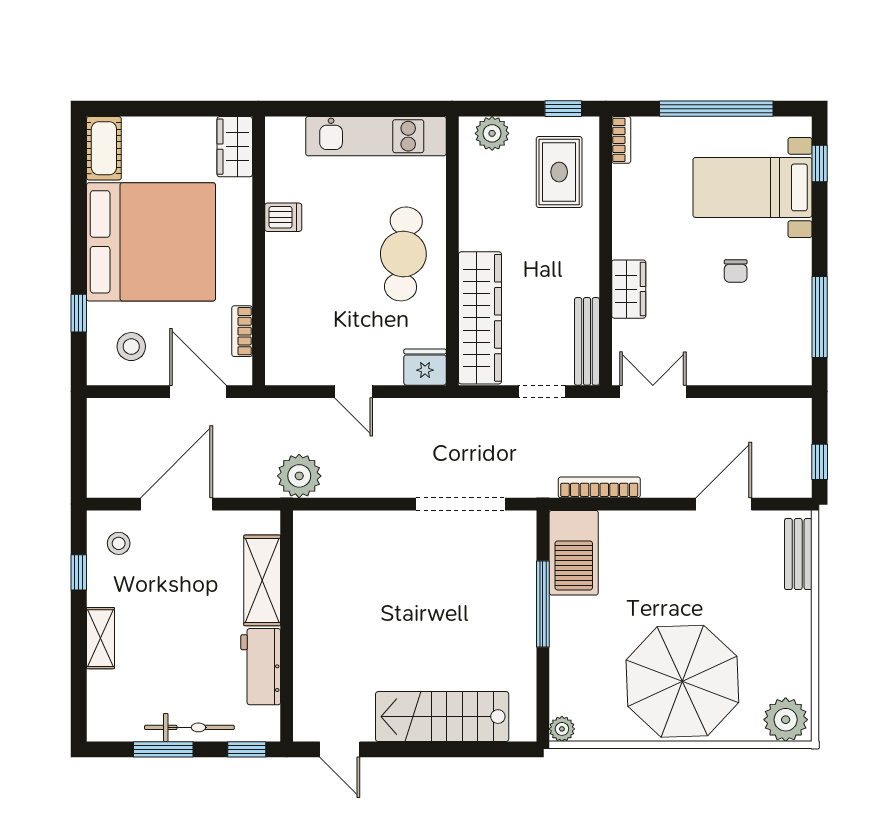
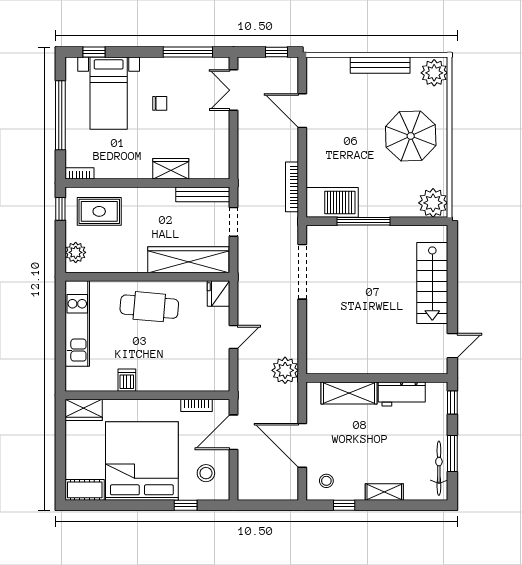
double door: (653, 392) -> (233, 90), moved
bench: (798, 554) -> (380, 65), moved, width x1.36
parasol: (682, 681) -> (411, 136), width x0.73, depth x0.73
bicycle: (189, 727) -> (439, 468), moved
plant: (562, 729) -> (433, 203), width x1.87, depth x1.87

